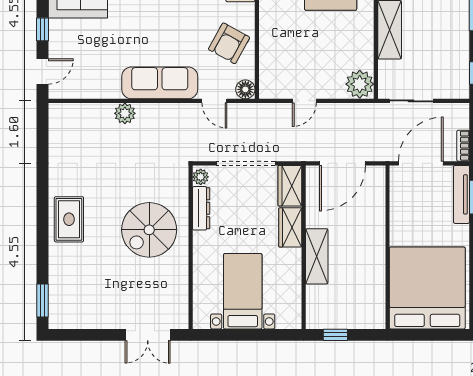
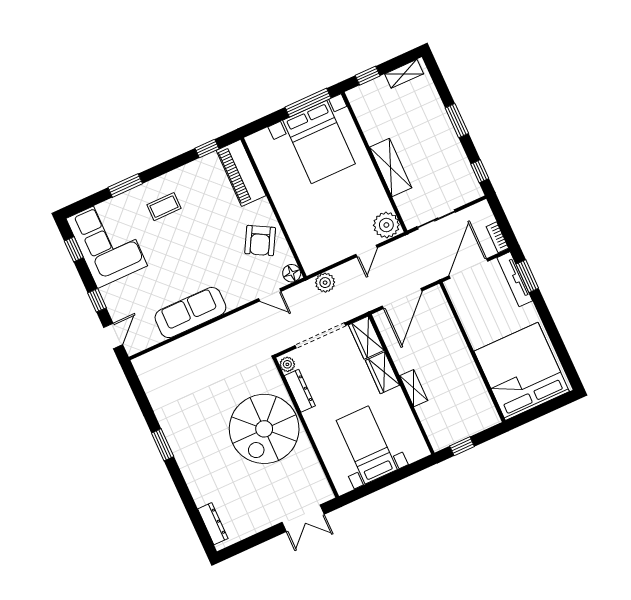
sofa: (160, 83) -> (190, 313), moved
door: (304, 101) -> (367, 251), moved
plant: (125, 113) -> (325, 283), moved
rug: (69, 219) -> (192, 451), removed
spiral stairs: (149, 230) -> (264, 429), width x1.37, depth x1.37
shelving: (317, 256) -> (414, 388), width x0.67, depth x0.75
dresser: (57, 300) -> (213, 524), added
window: (42, 301) -> (163, 445), moved

